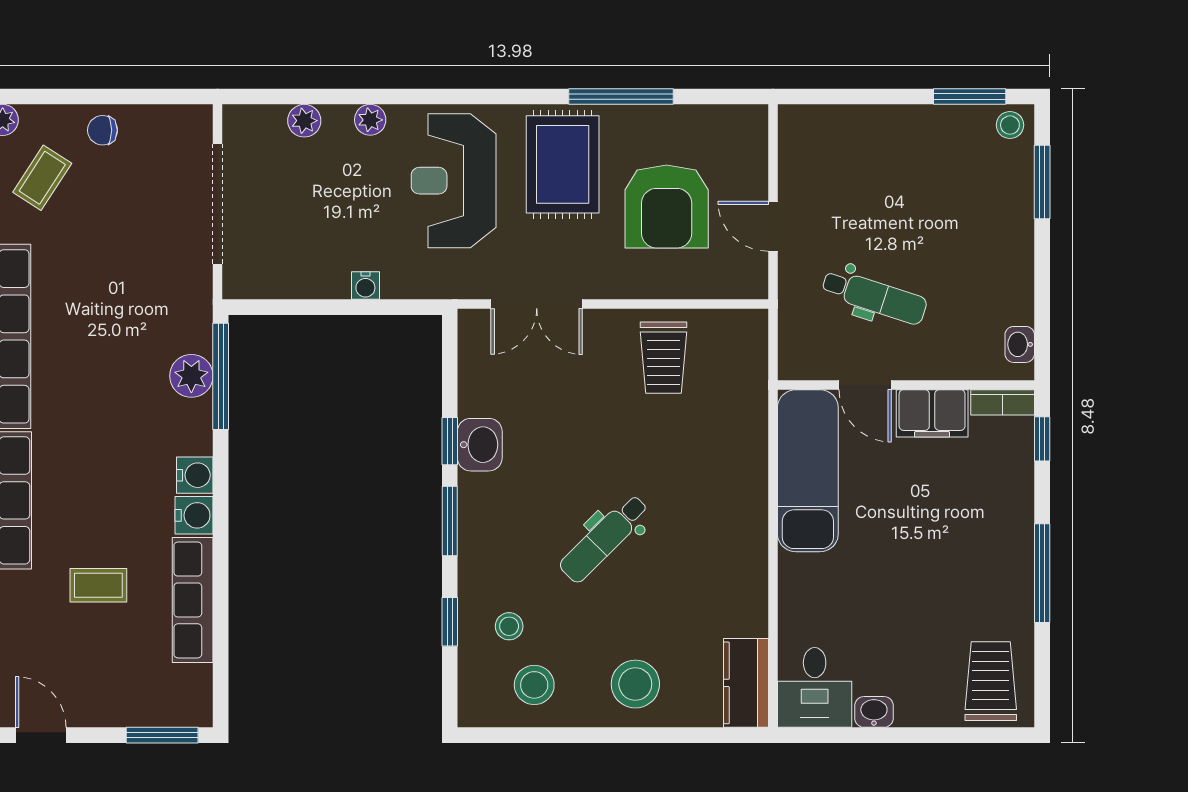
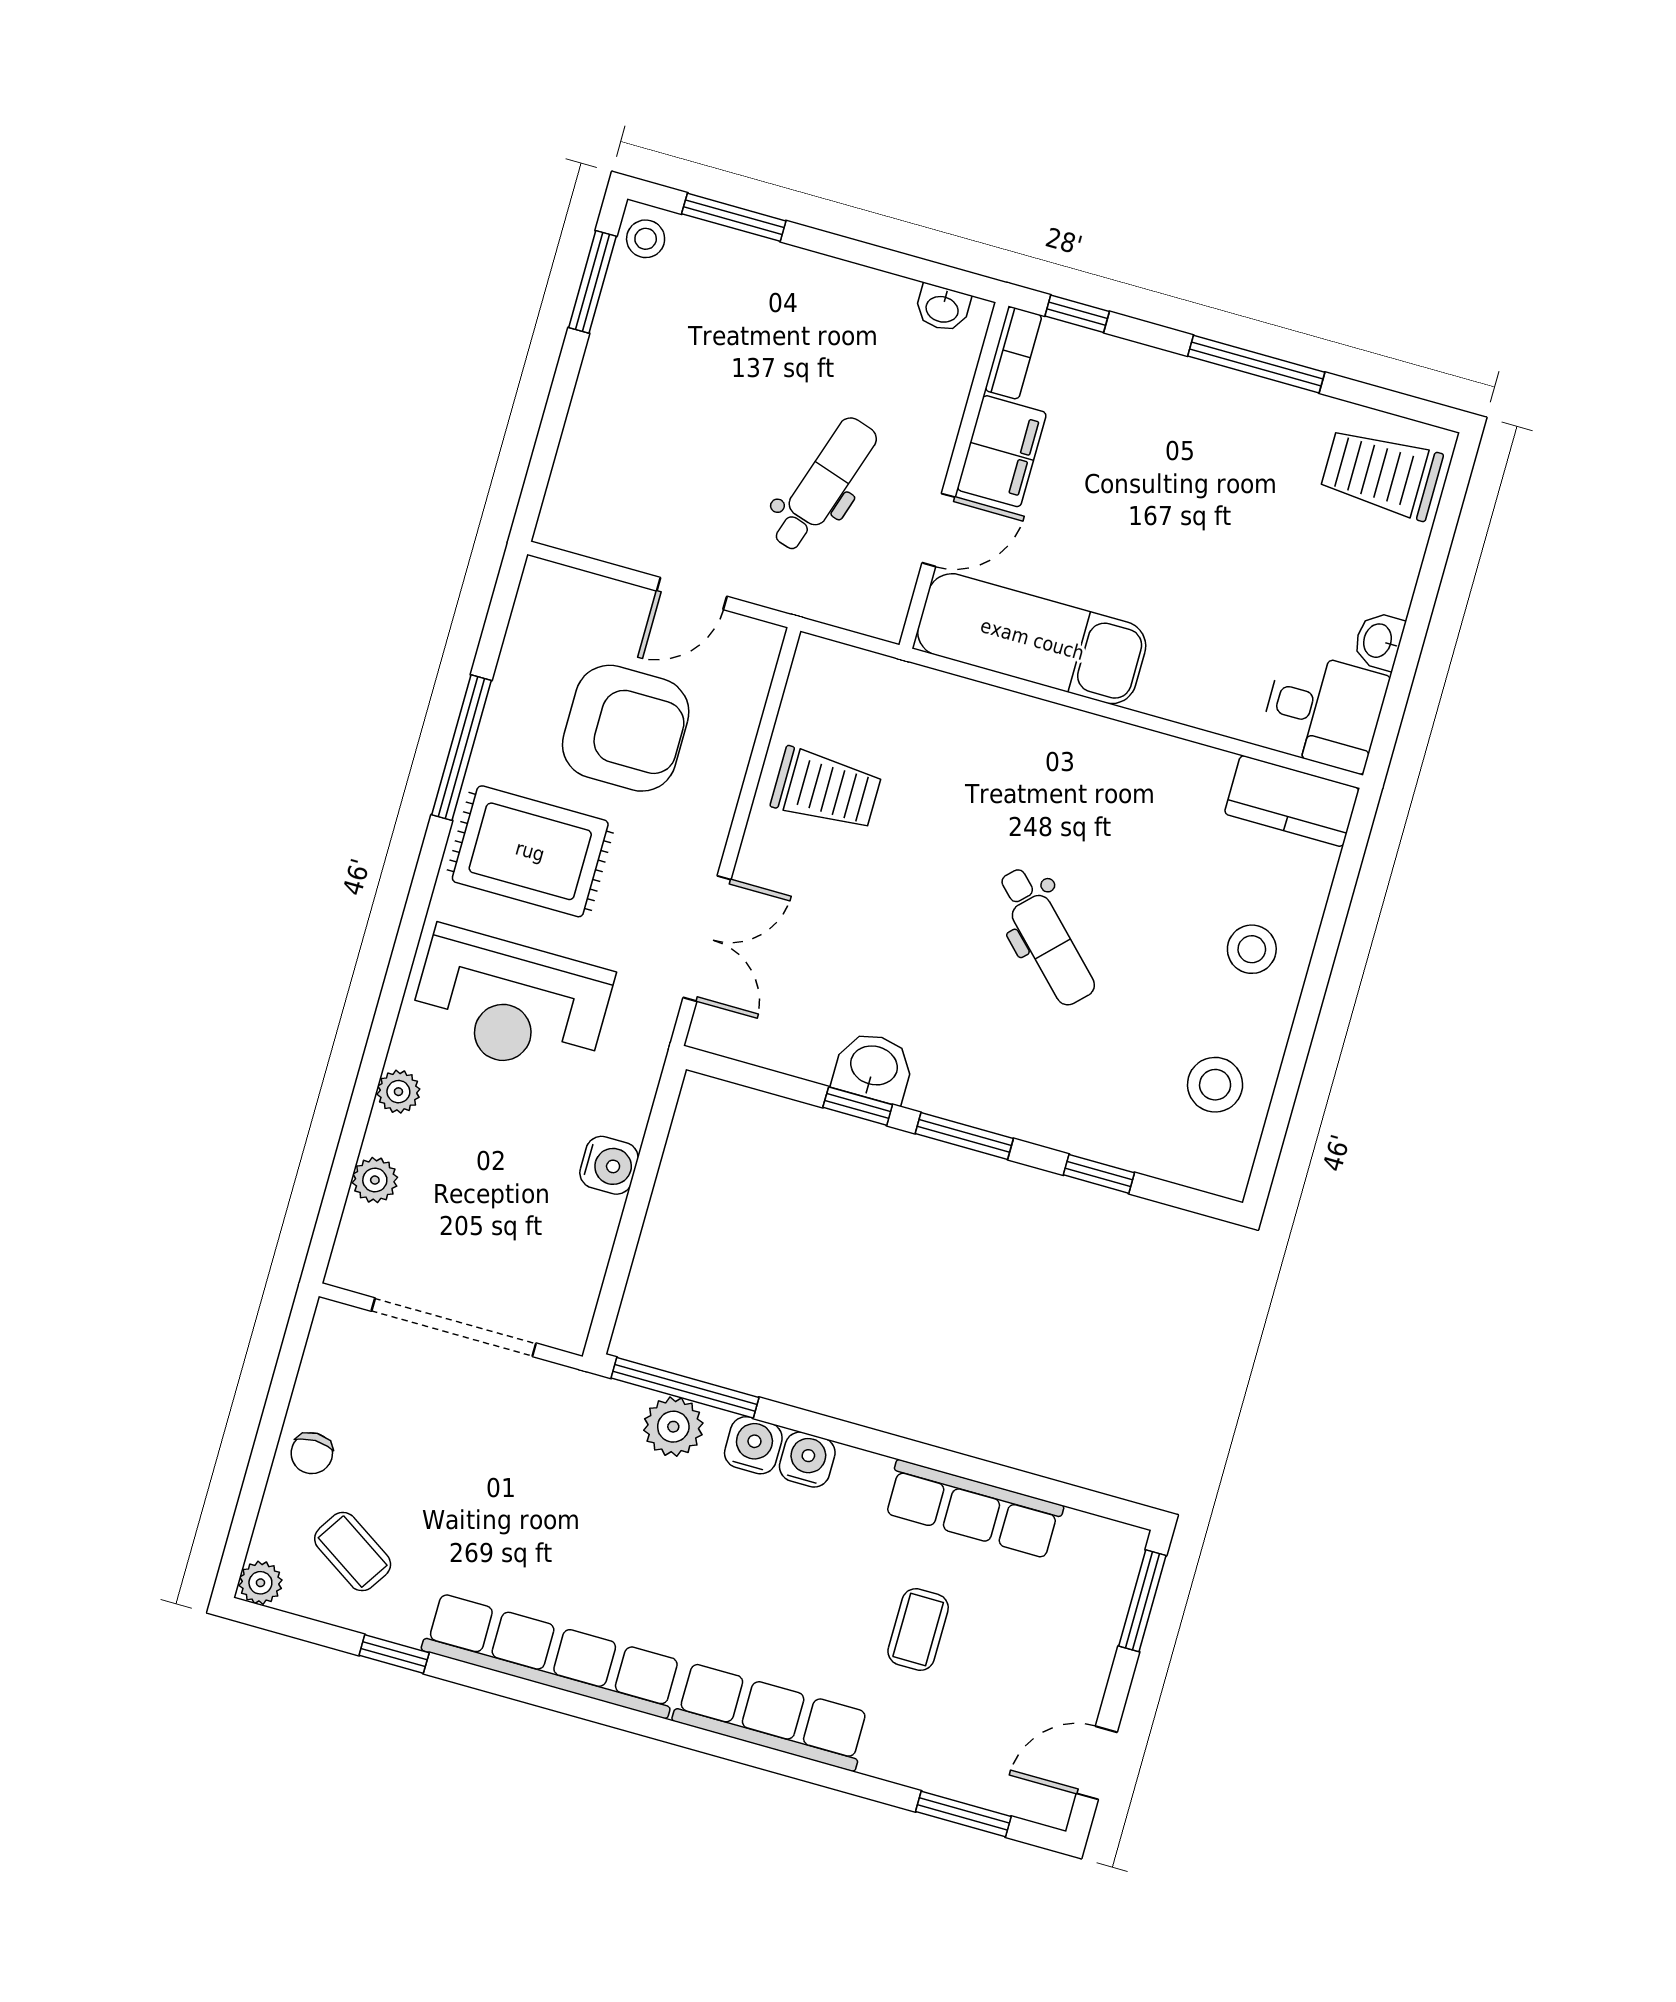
water cooler: (365, 286) -> (609, 1165), width x1.38, depth x1.38
water cooler: (194, 515) -> (753, 1445), moved
stool: (509, 626) -> (1127, 1096), removed
stool: (635, 684) -> (1252, 949), width x0.73, depth x0.73

